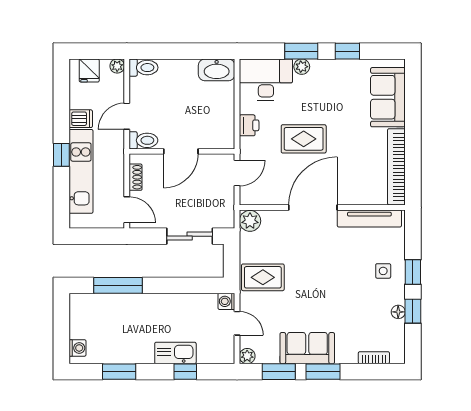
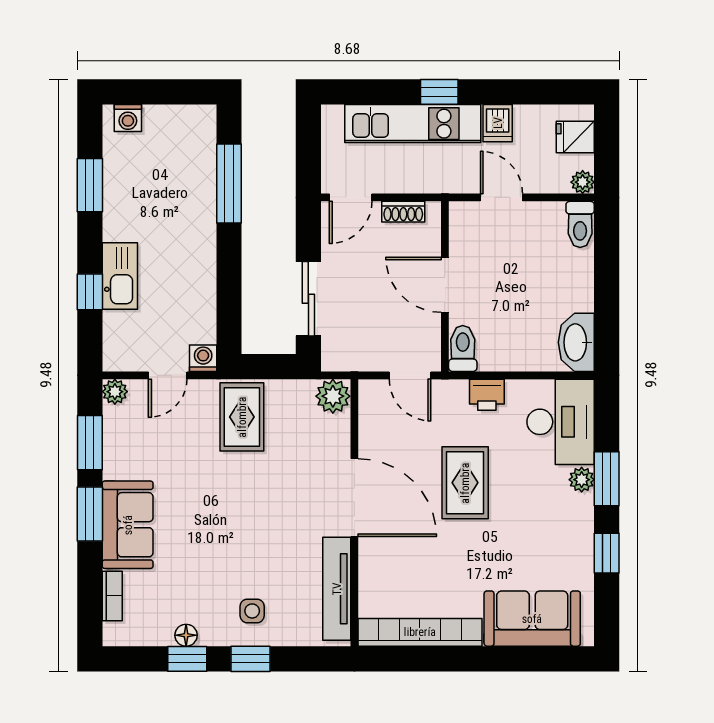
toilet: (143, 140) -> (463, 349), moved, turned 180
sofa: (307, 348) -> (128, 525), moved

